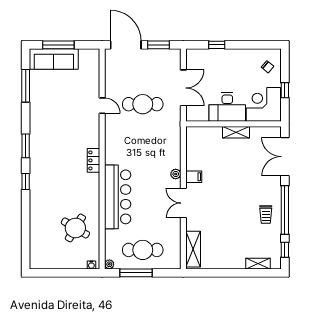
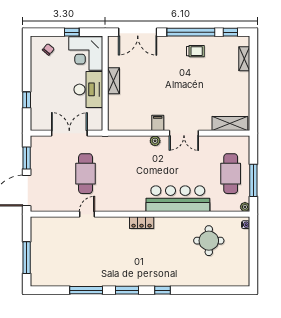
sofa: (54, 59) -> (41, 262), removed
window: (26, 86) -> (86, 290), moved
round table: (75, 228) -> (209, 241), turned -31

